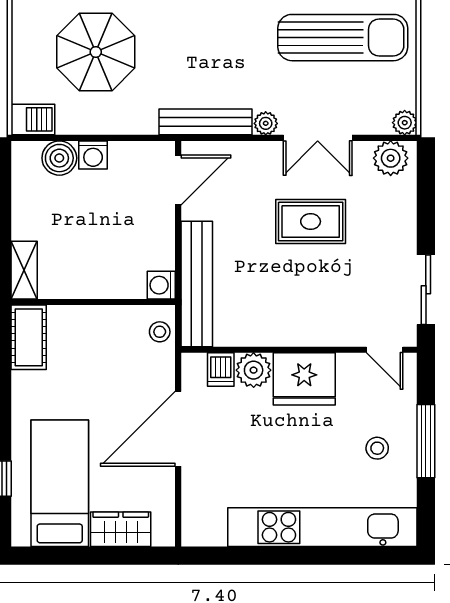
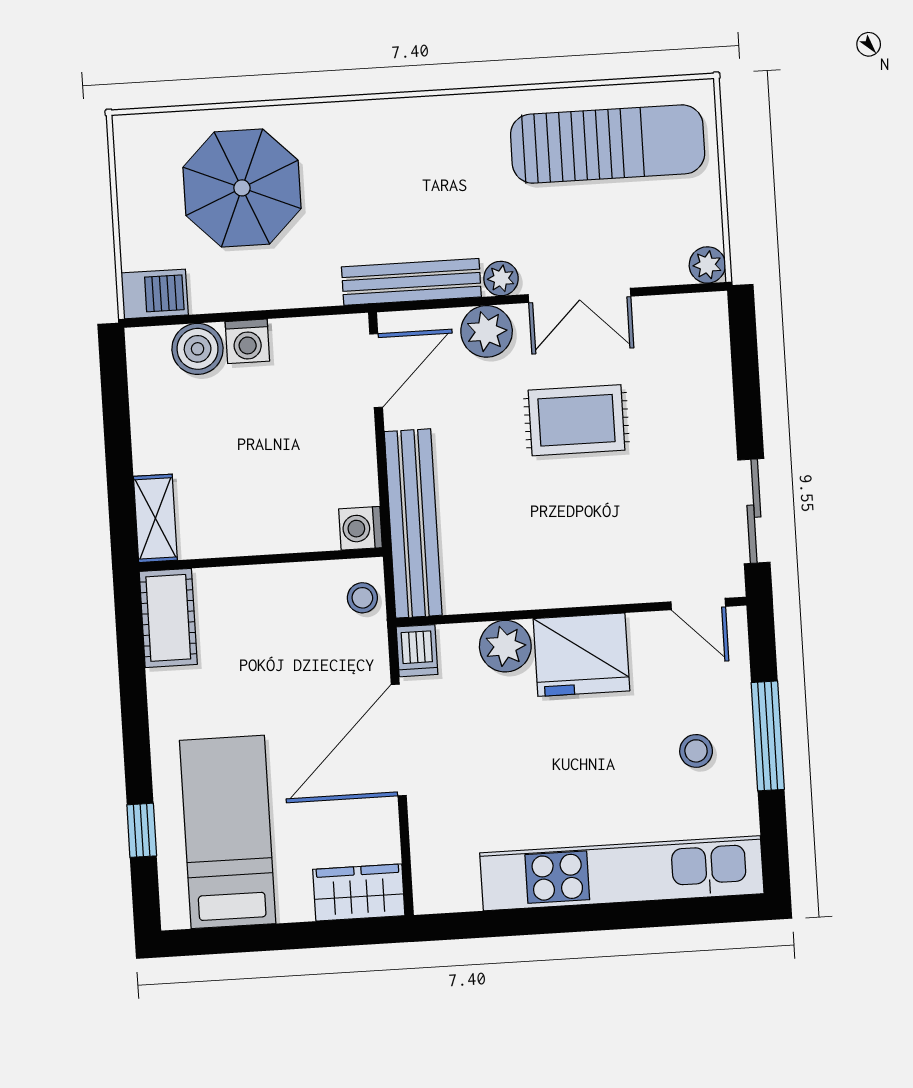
plant: (391, 158) -> (487, 331), moved
dishwasher: (221, 370) -> (417, 651), moved
wardrobe: (121, 529) -> (359, 892), moved

